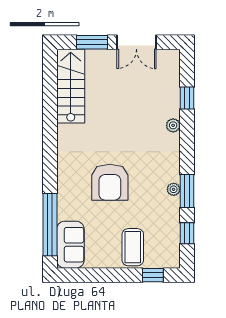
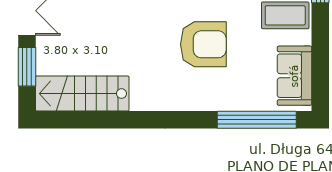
sofa: (70, 245) -> (294, 76), moved, turned -90

